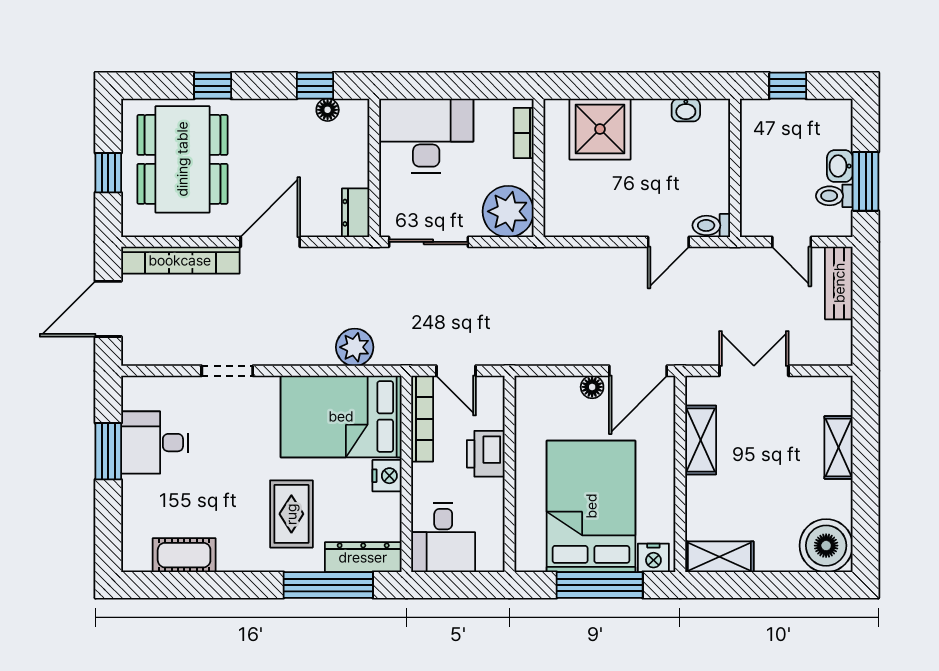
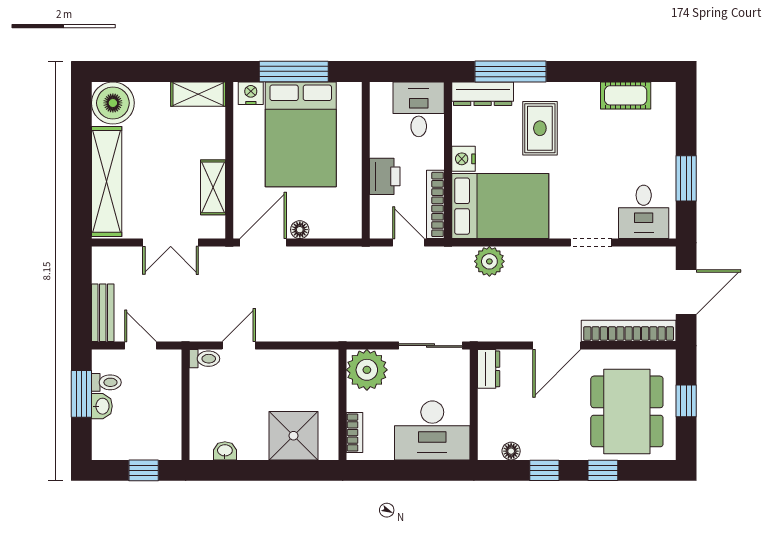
window: (315, 86) -> (544, 470), moved
desk: (155, 443) -> (644, 212), moved, turned 90
shelving: (839, 447) -> (107, 181), width x2.20, depth x1.33

